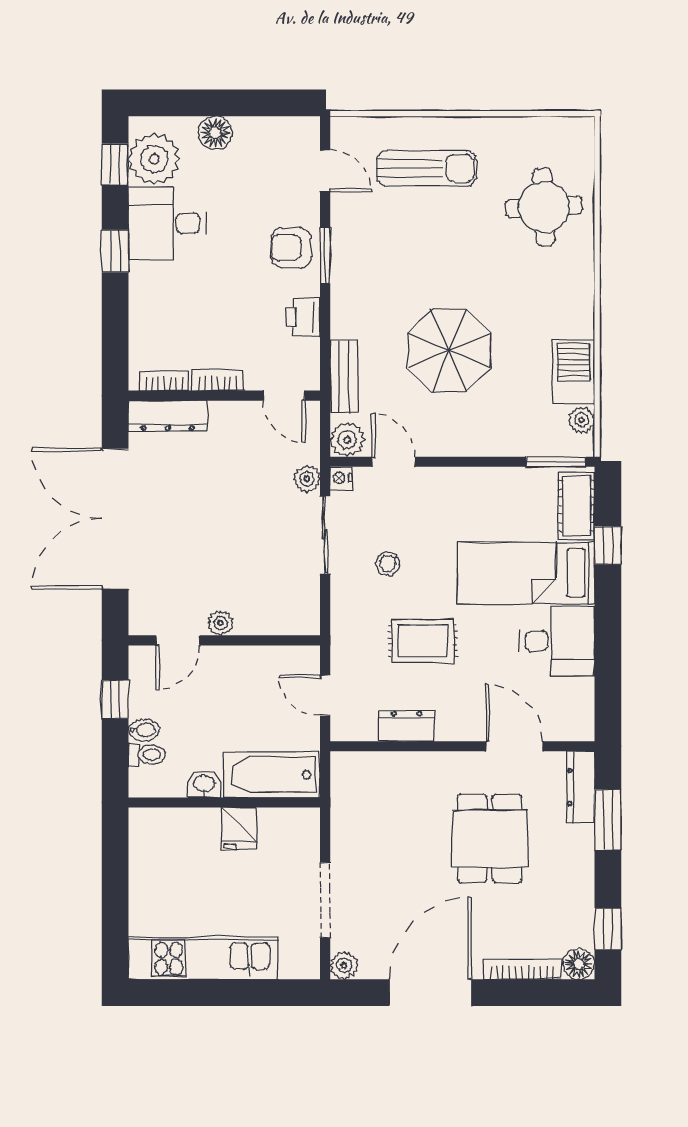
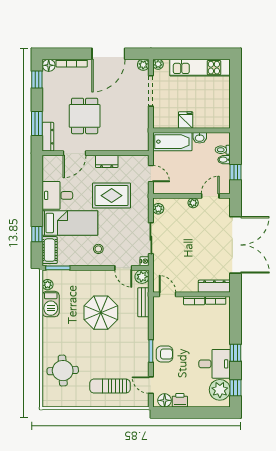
floor lamp: (215, 133) -> (165, 400), moved
printer: (303, 317) -> (180, 400), moved, turned -90
plant: (307, 479) -> (158, 209), moved
stool: (388, 564) -> (98, 249), moved
rug: (423, 641) -> (112, 196), width x1.36, depth x1.43
dresser: (407, 726) -> (107, 161), moved
door: (514, 746) -> (75, 153), hinge flipped
plant: (307, 967) -> (158, 64), added

